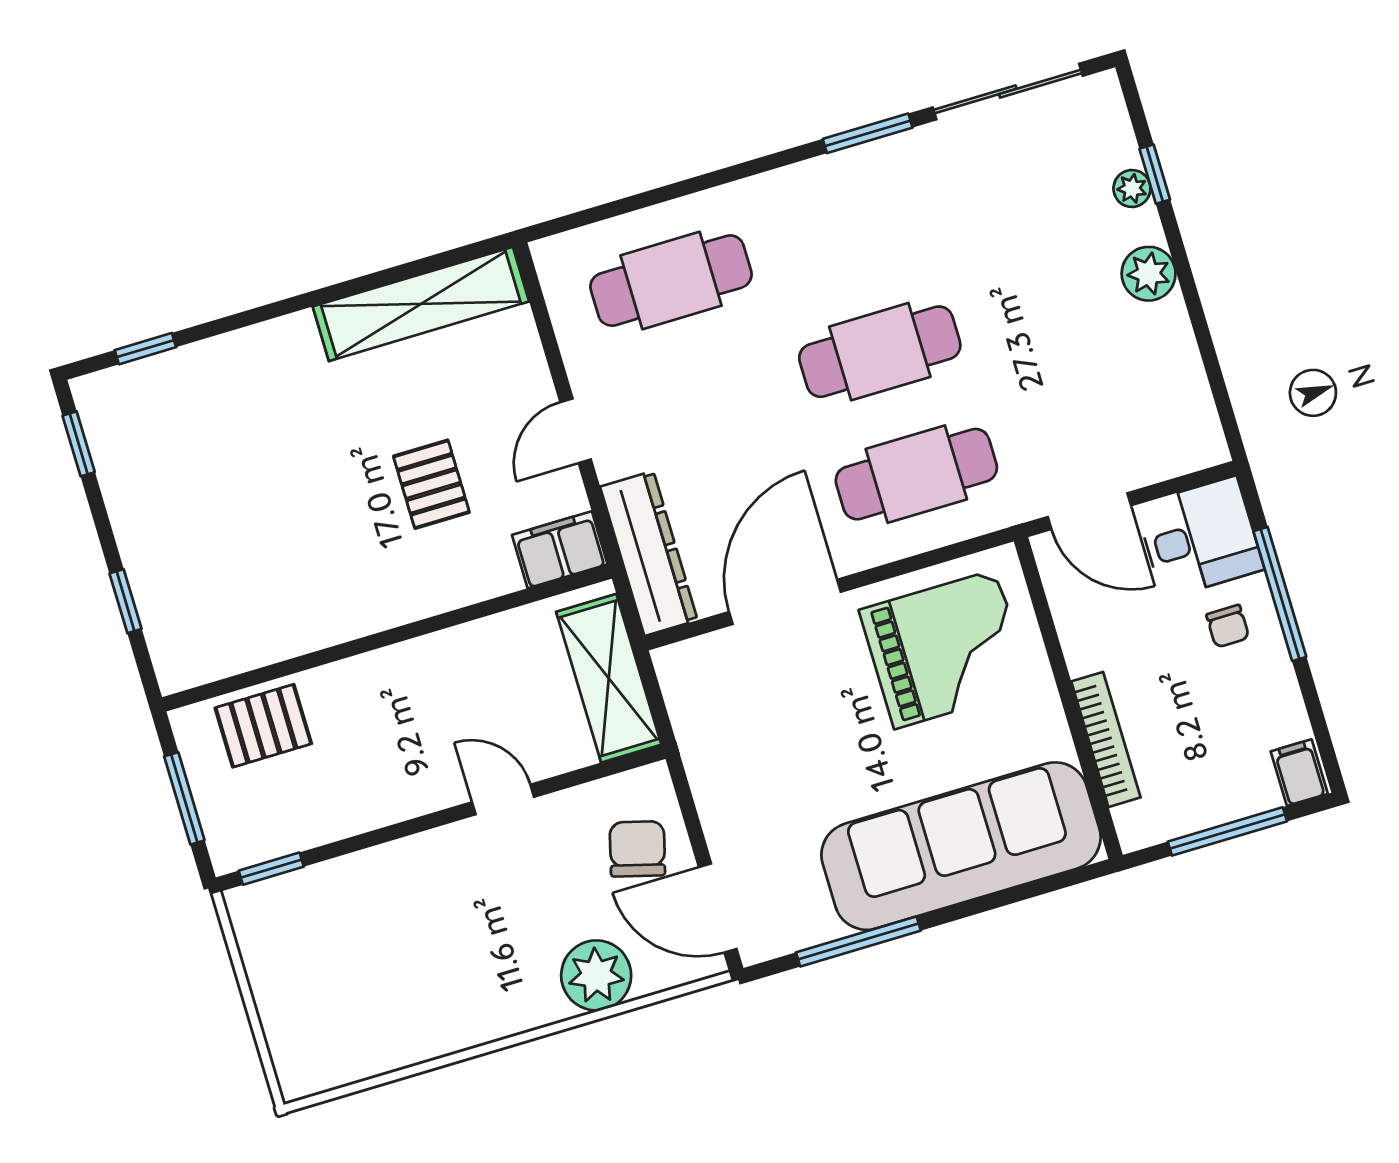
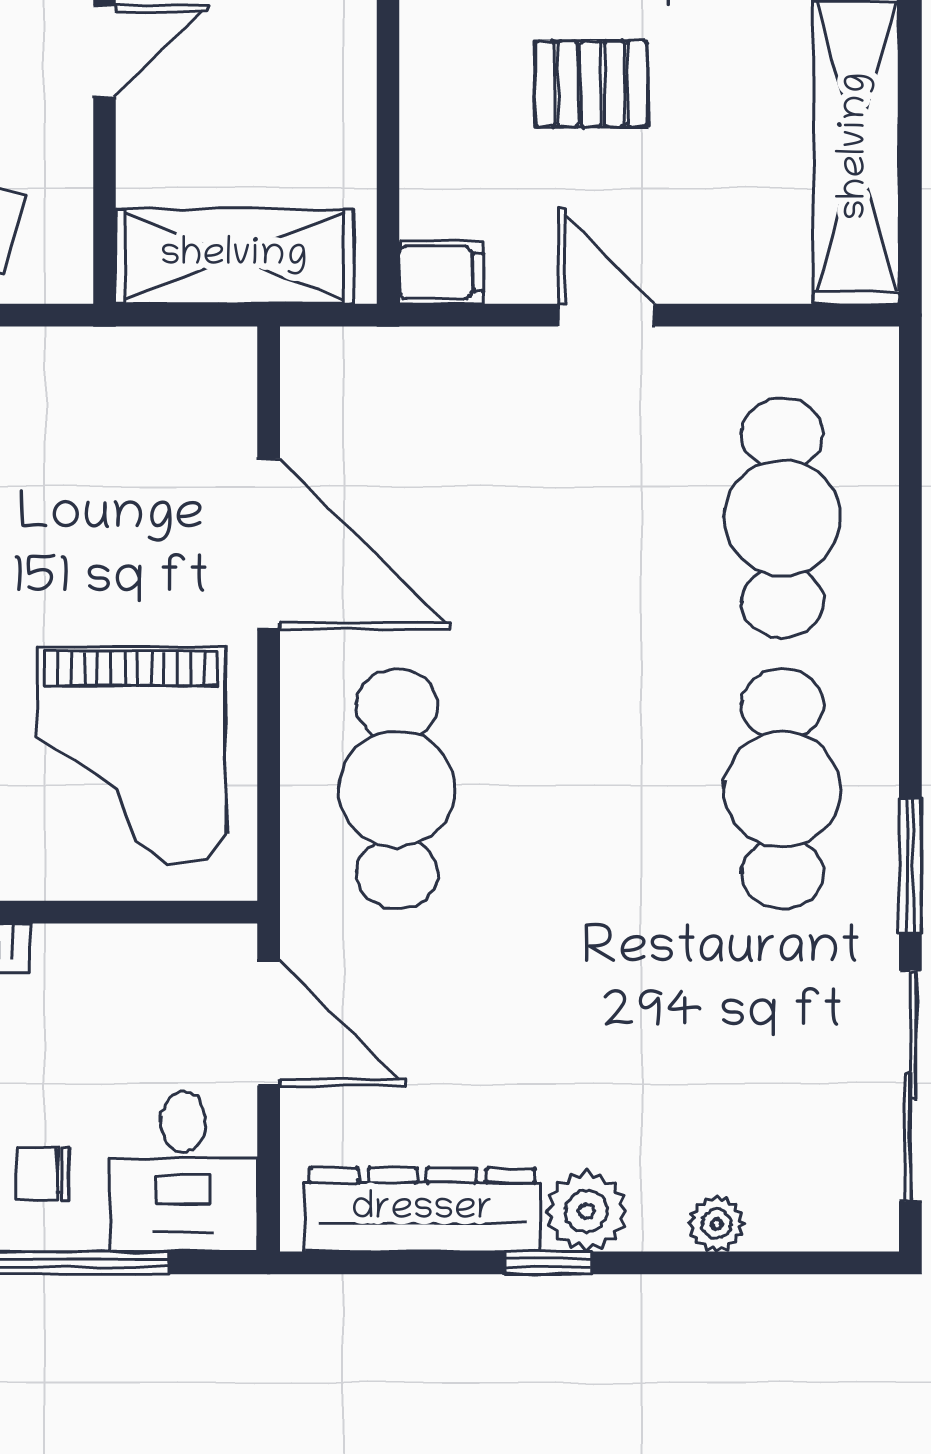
window: (1155, 174) -> (548, 1263), moved
cafe table: (880, 352) -> (782, 789), moved
door: (1089, 511) -> (269, 1023), swing flipped
filing cabinet: (560, 550) -> (441, 272), width x0.50
dresser: (649, 553) -> (422, 1210), moved, turned 180

